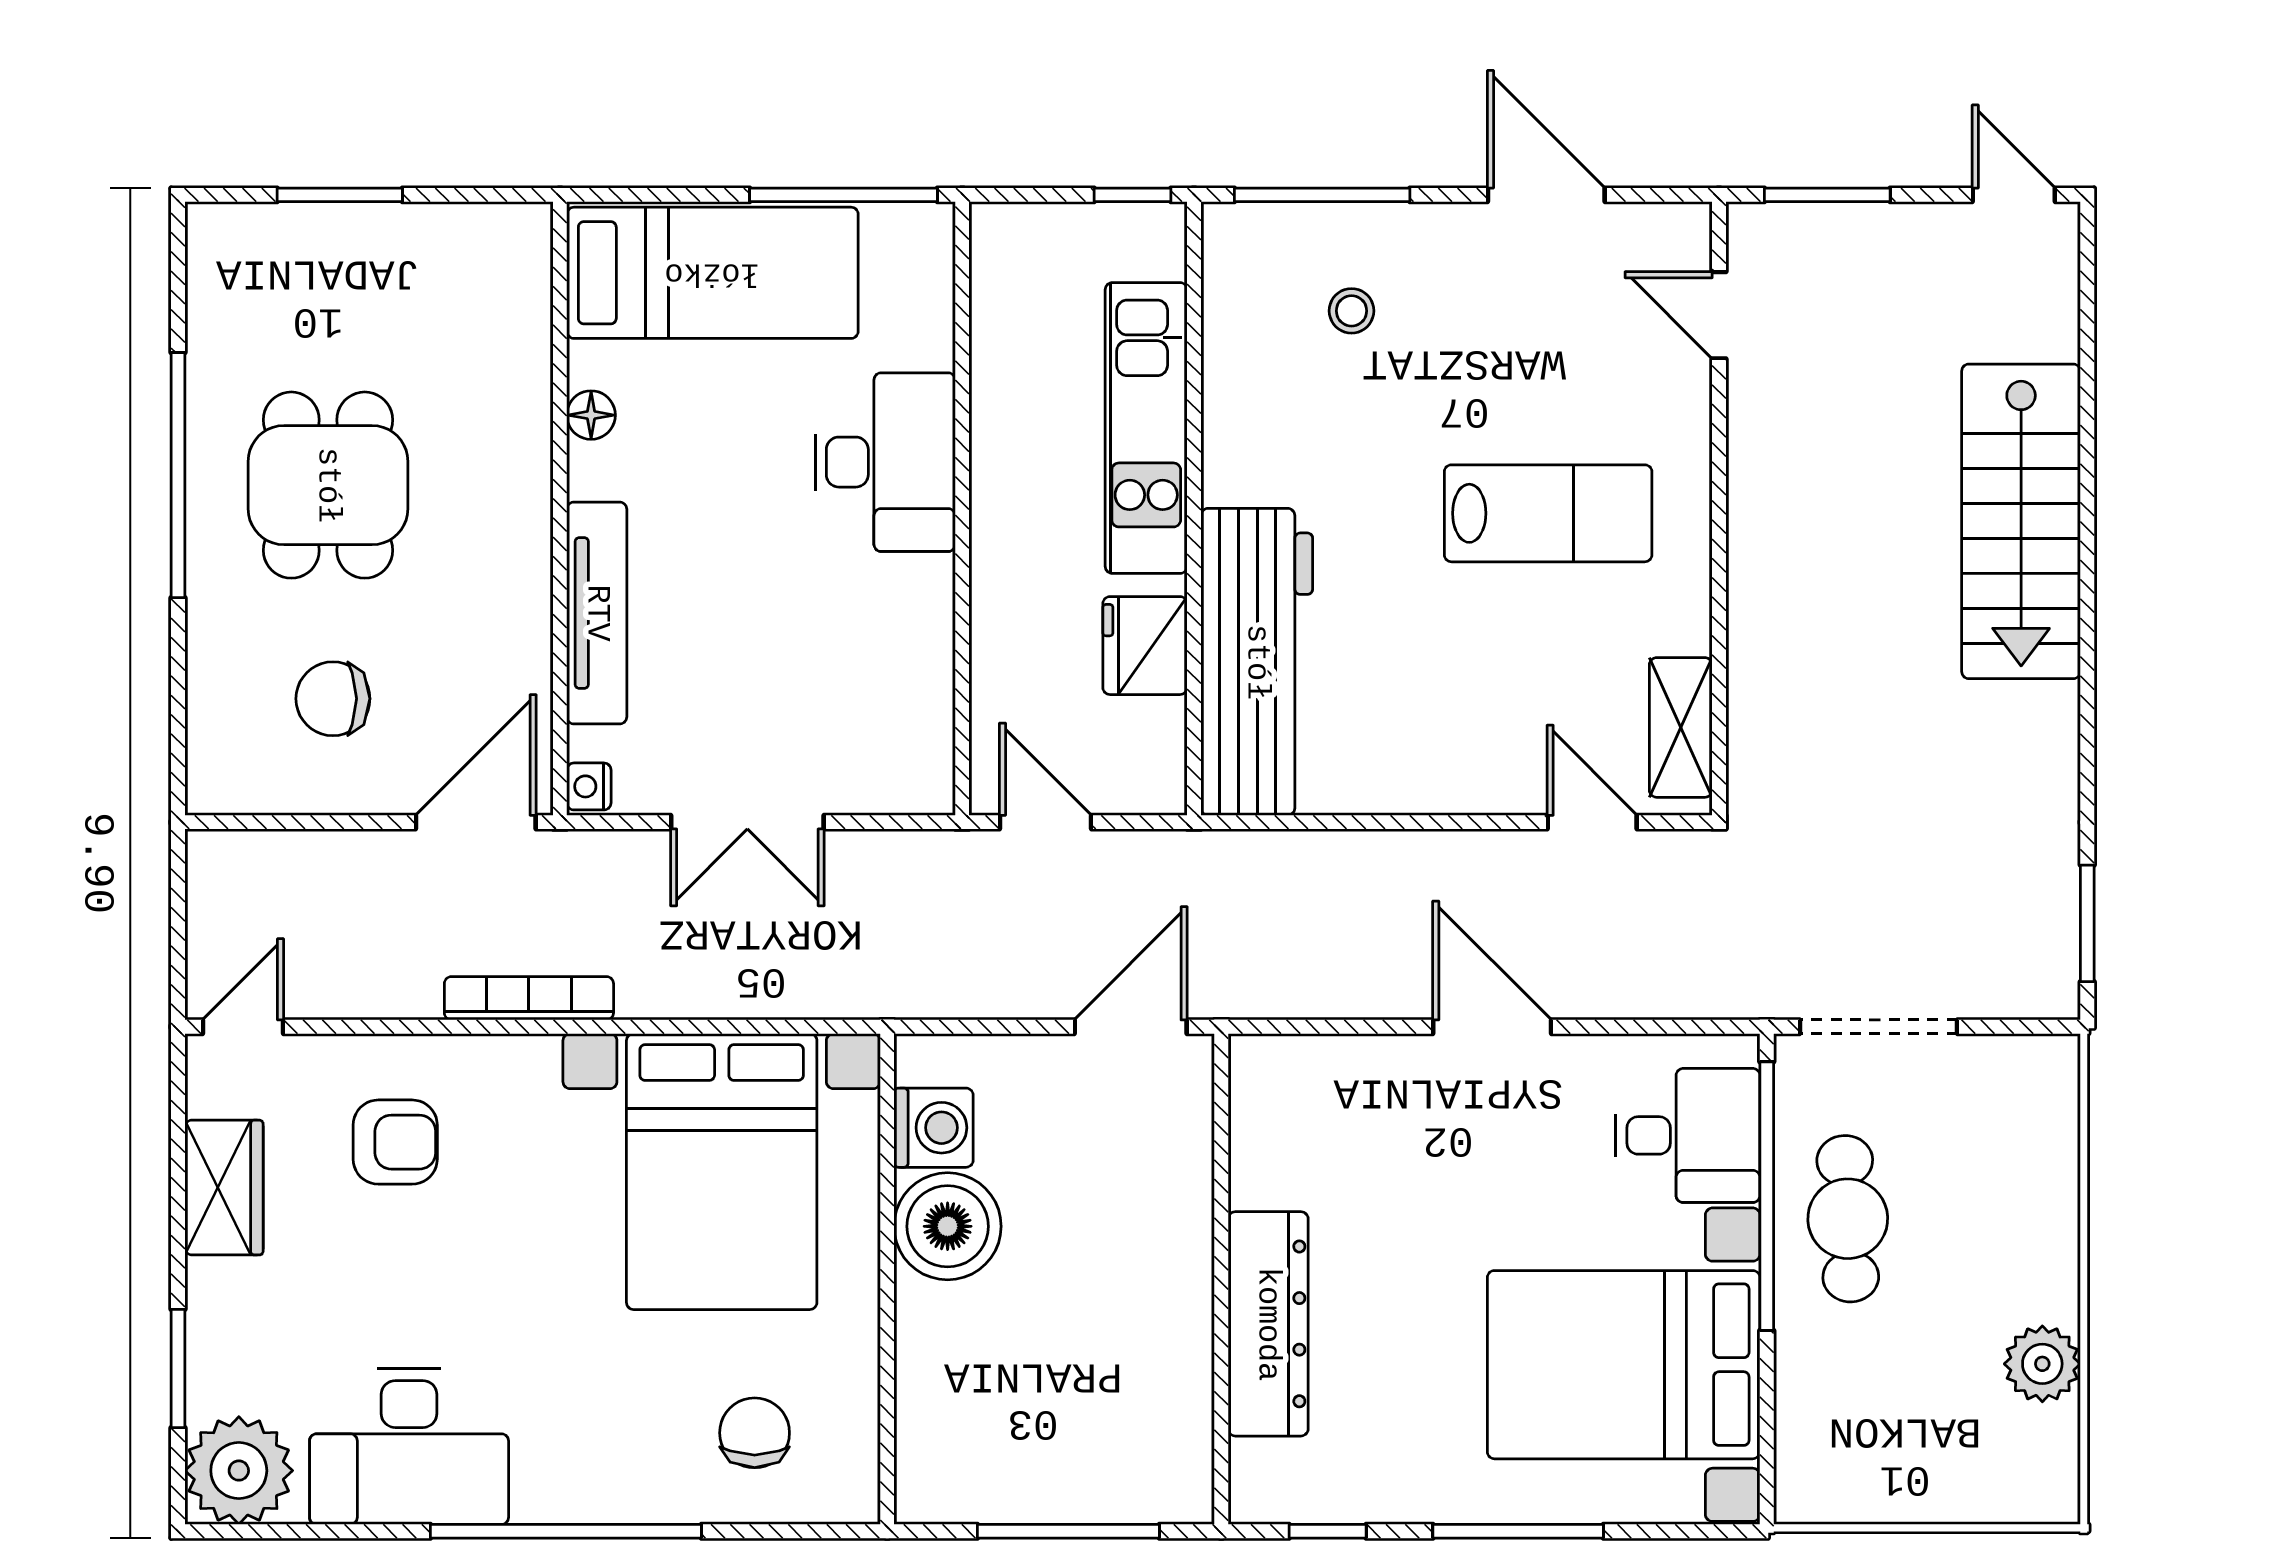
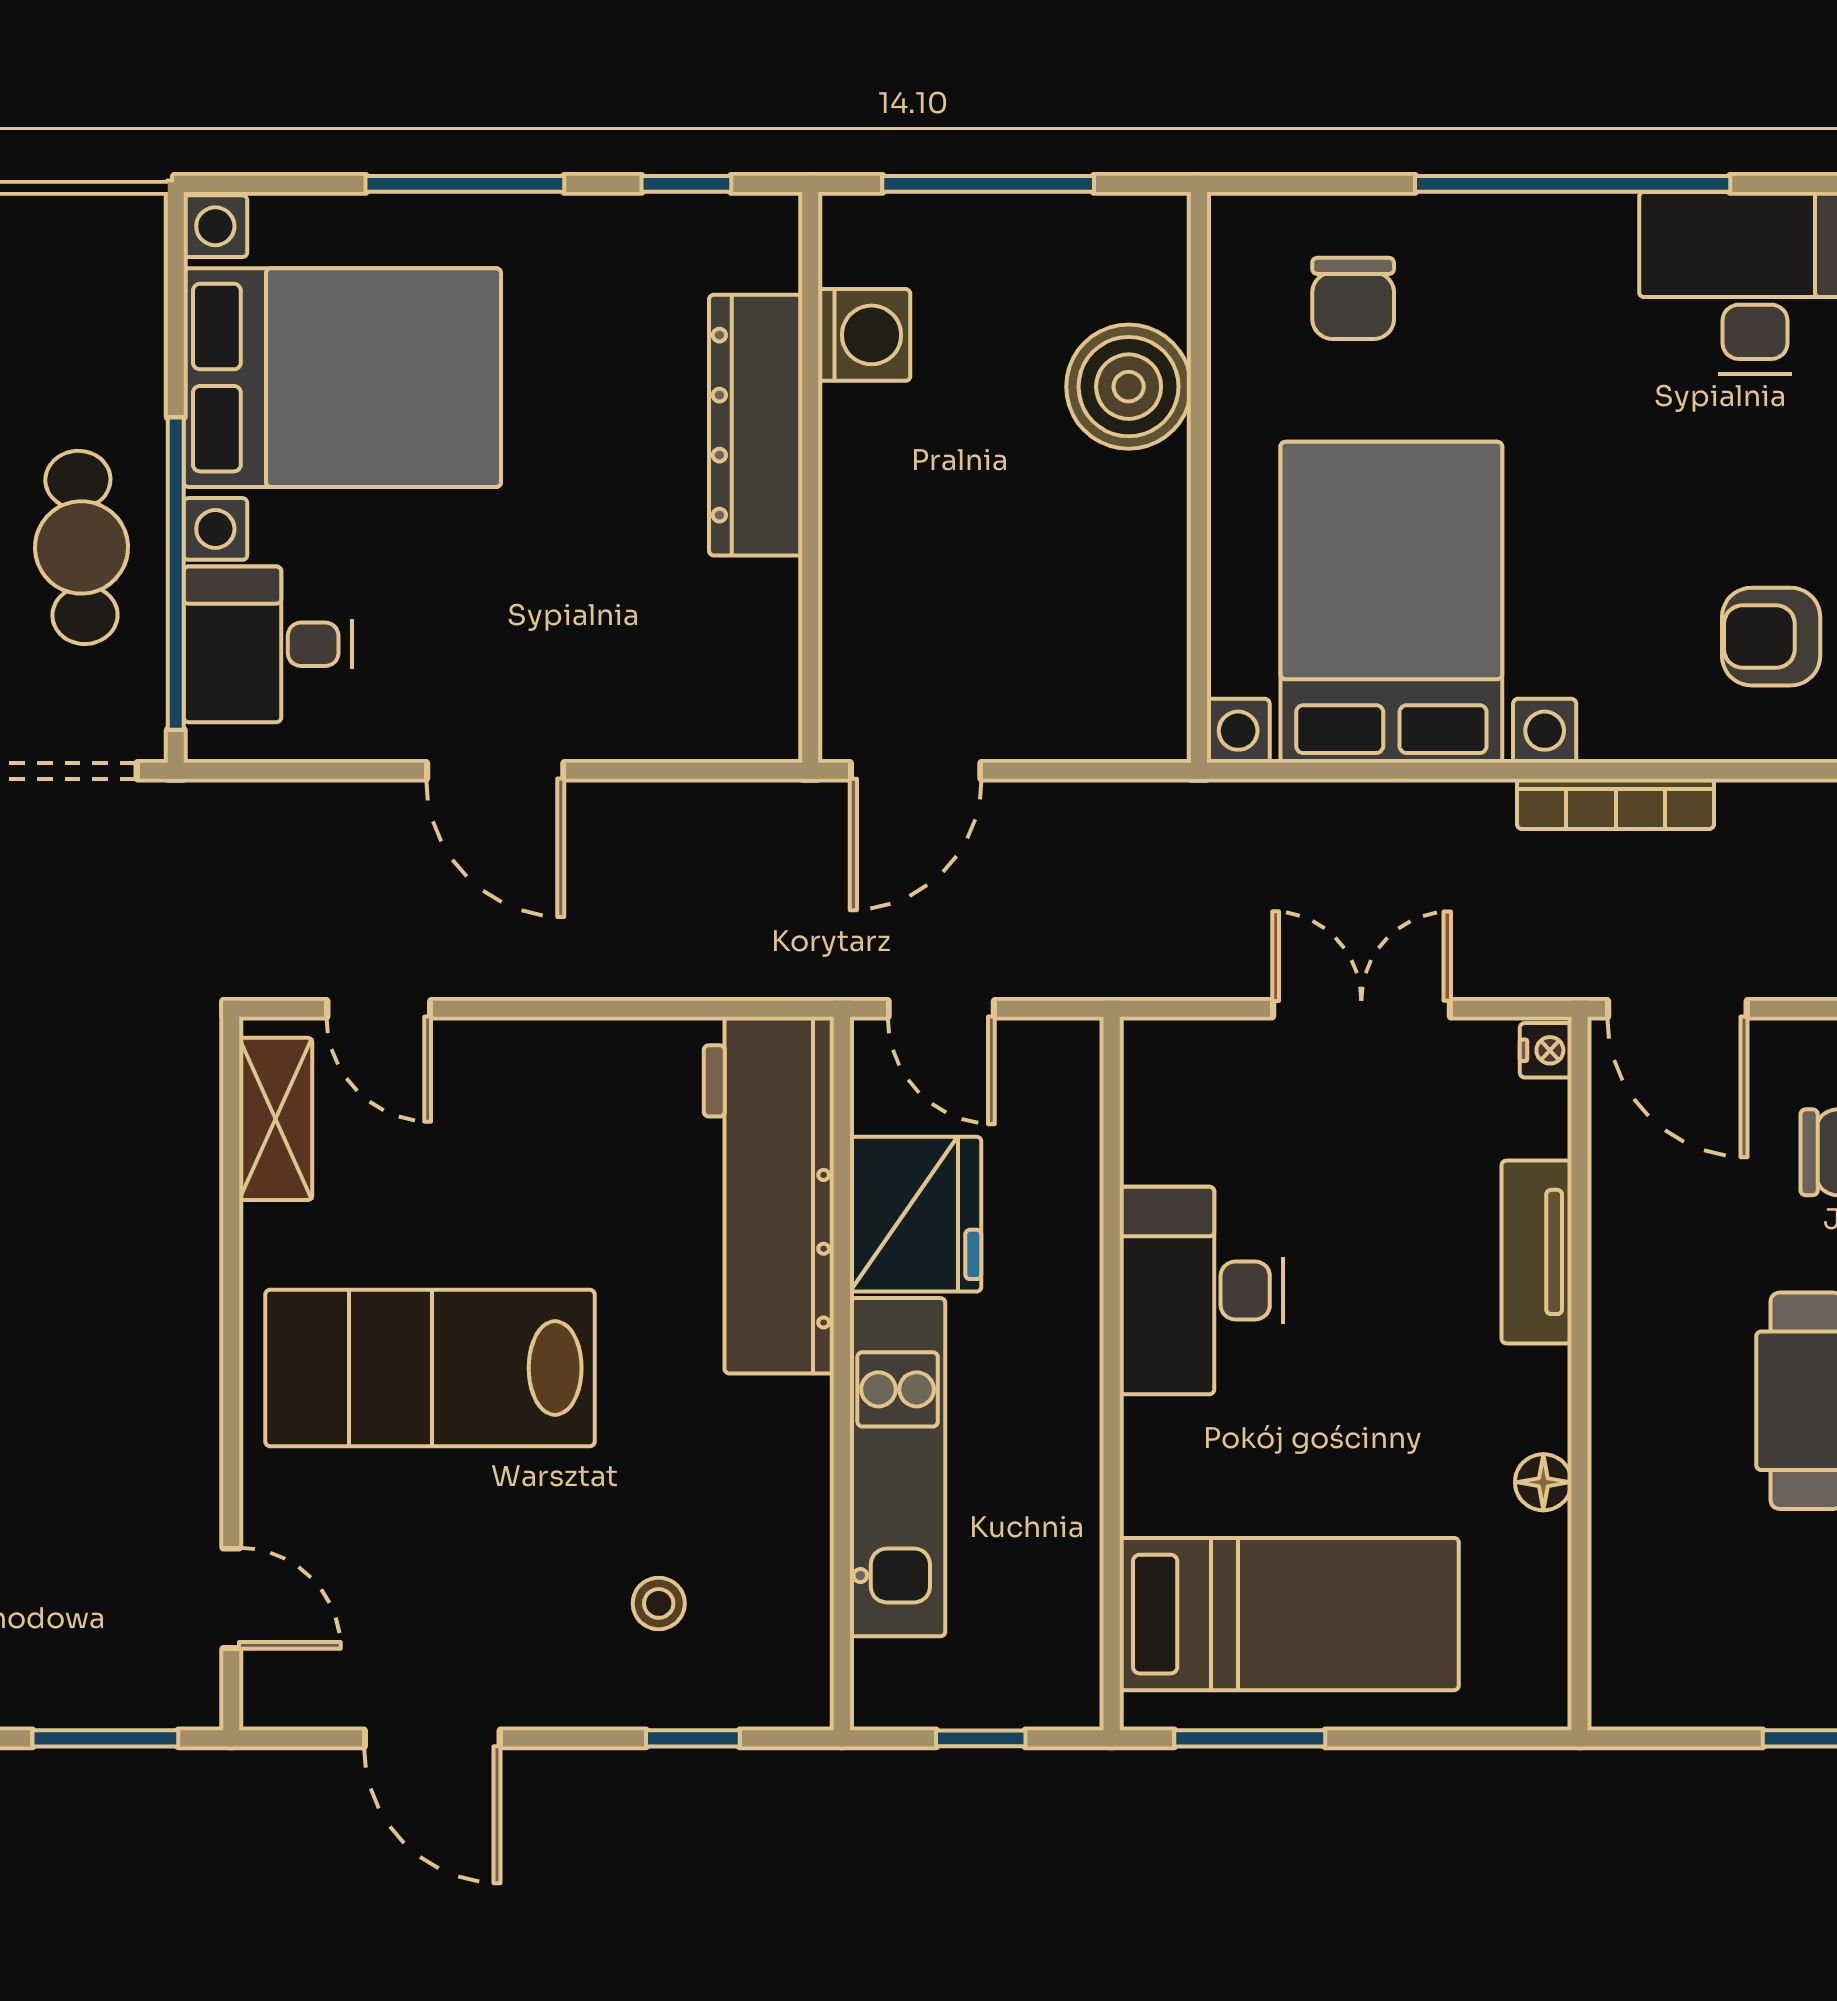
window: (843, 195) -> (1250, 1738), width x0.69
window: (1133, 195) -> (981, 1738), moved
window: (1322, 195) -> (693, 1738), width x0.46
bed: (712, 273) -> (1289, 1614), moved, turned 180
desk: (885, 462) -> (1201, 1290), moved
lab bench: (1548, 513) -> (430, 1368), width x1.36, depth x1.39
tv unit: (597, 613) -> (1537, 1252), width x0.71
fridge: (1145, 646) -> (916, 1214), width x1.36, depth x1.34
door: (476, 822) -> (1677, 1009), hinge flipped
door: (1046, 822) -> (941, 1009), moved
washing machine: (934, 1128) -> (864, 335), moved, turned 180
boiler: (948, 1226) -> (1129, 387), moved

